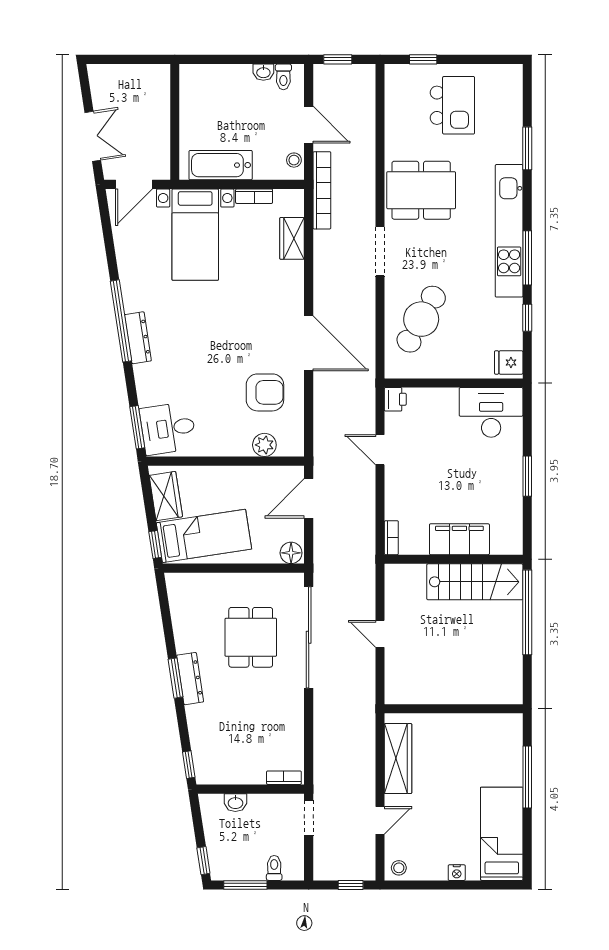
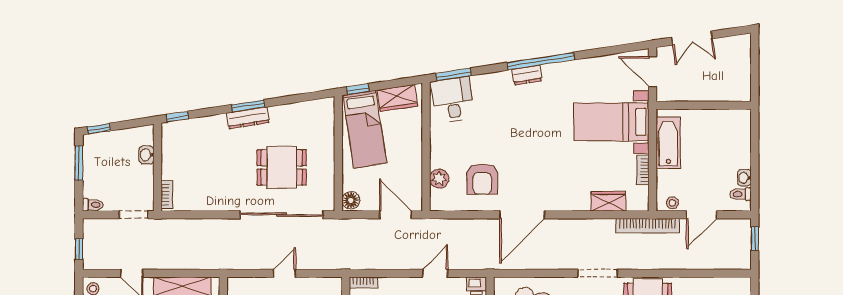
dresser: (138, 338) -> (527, 75), width x0.70
toilet: (274, 868) -> (93, 205), moved

